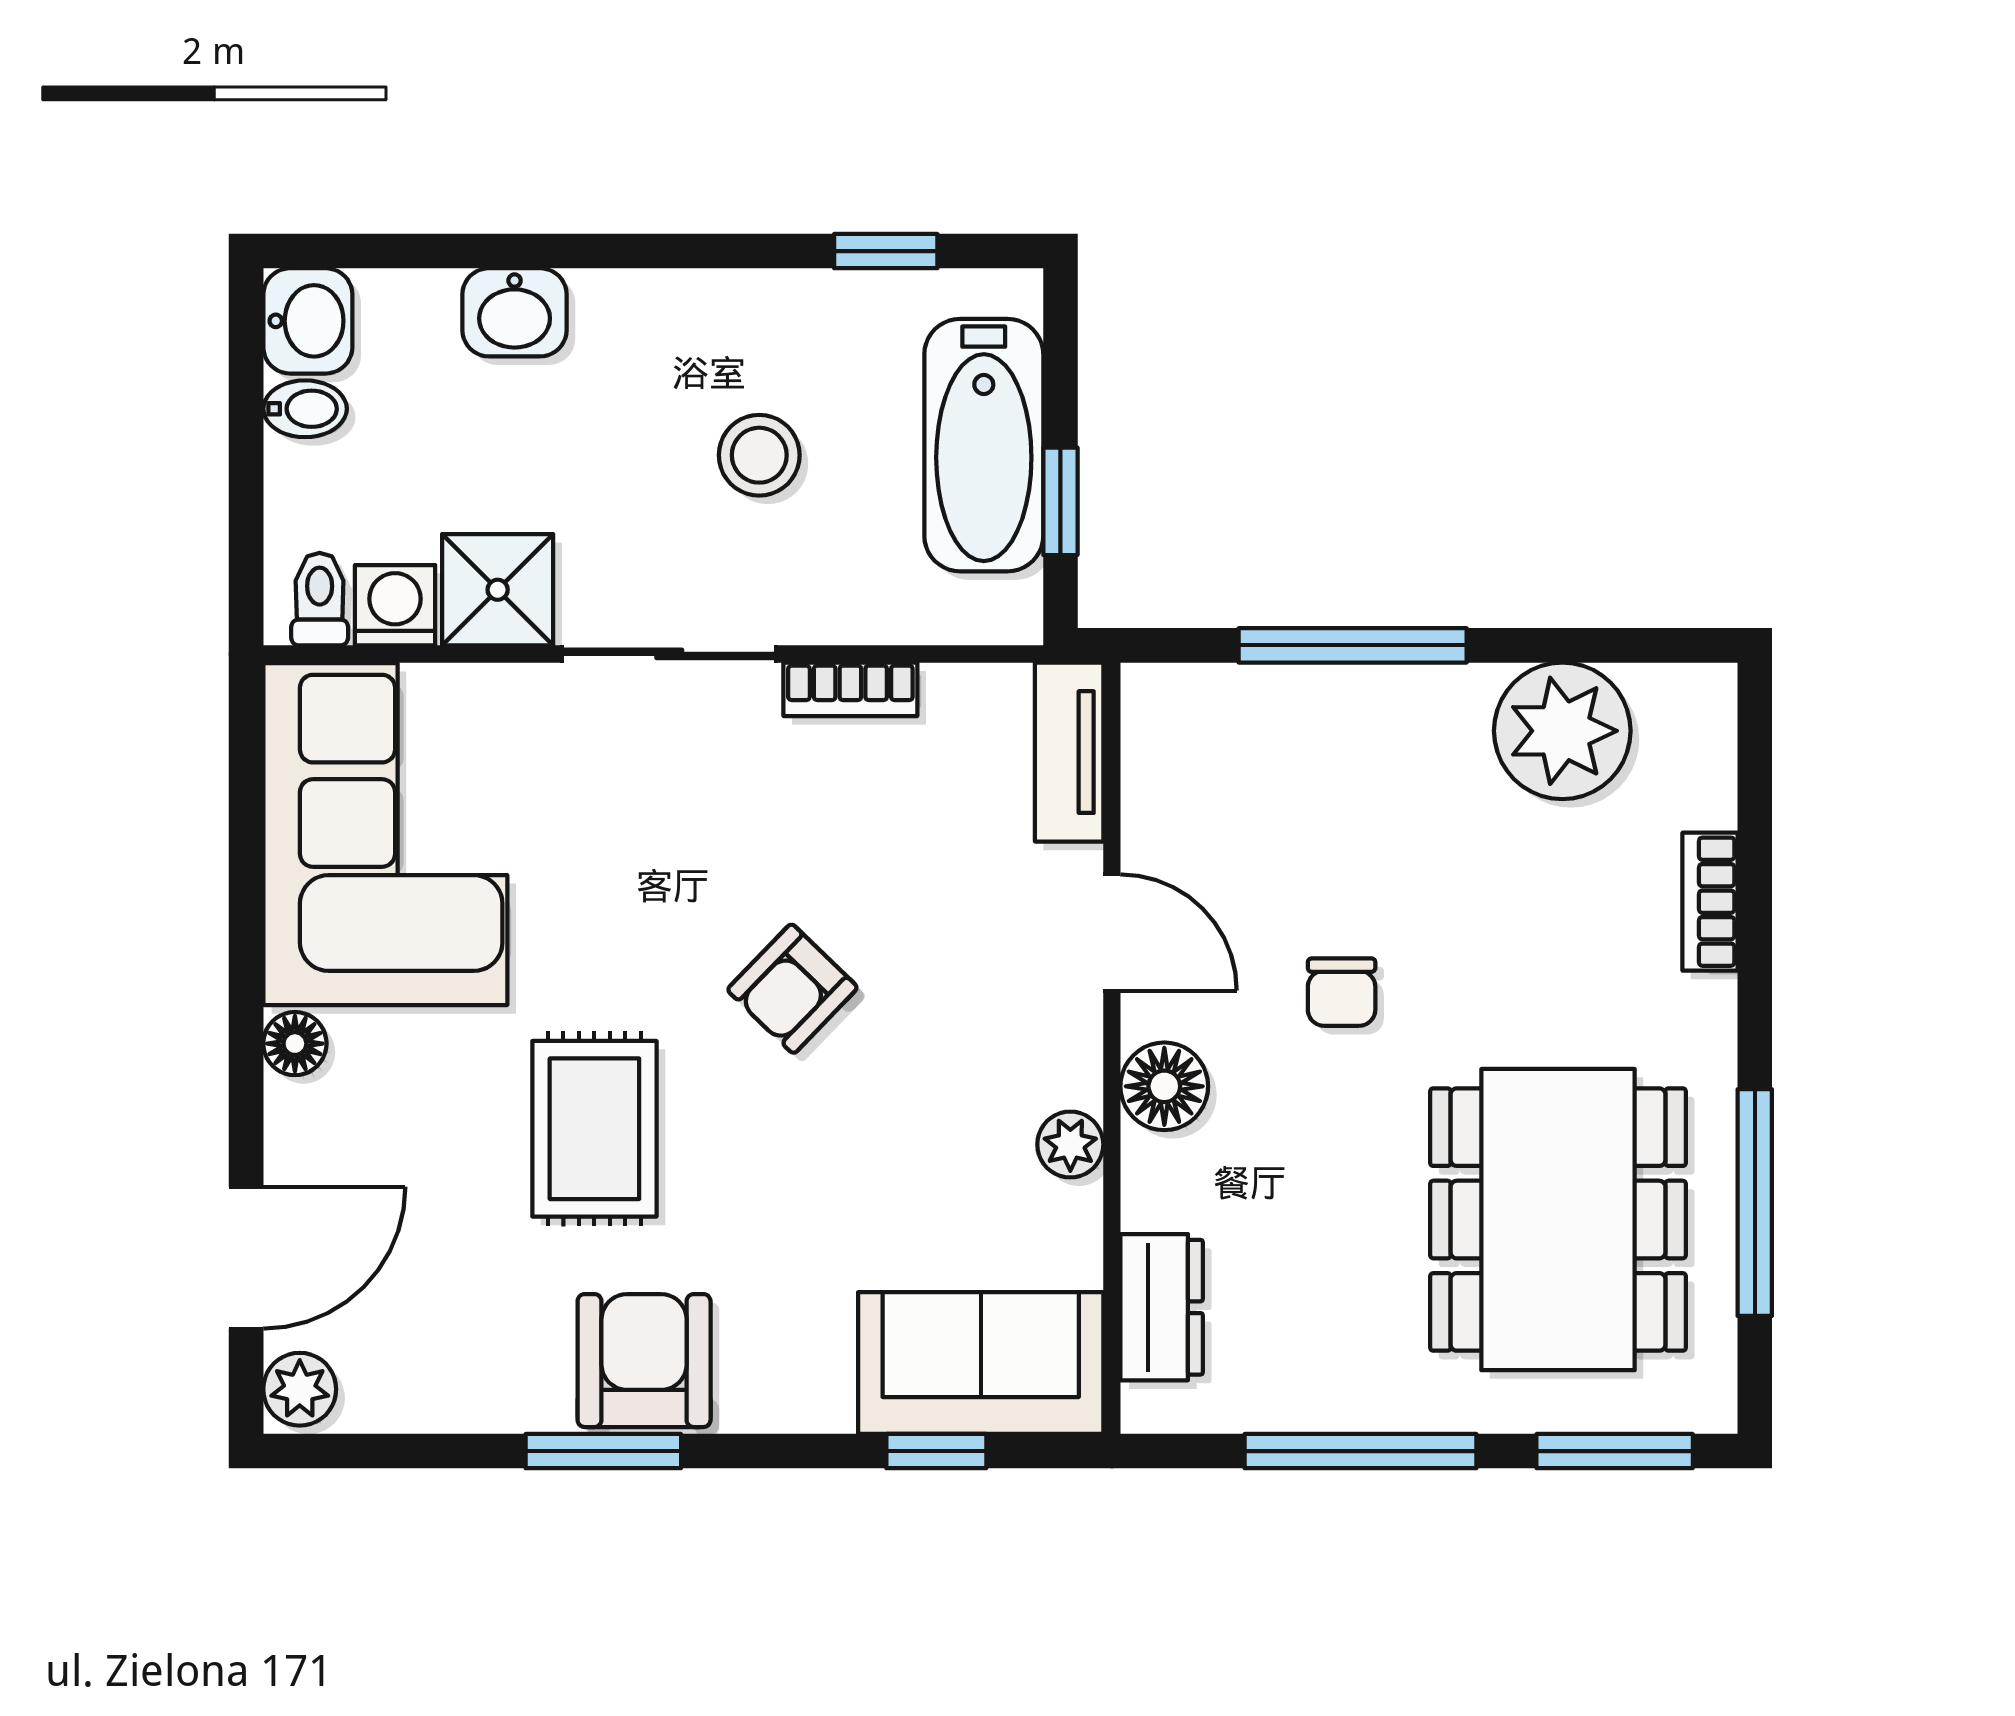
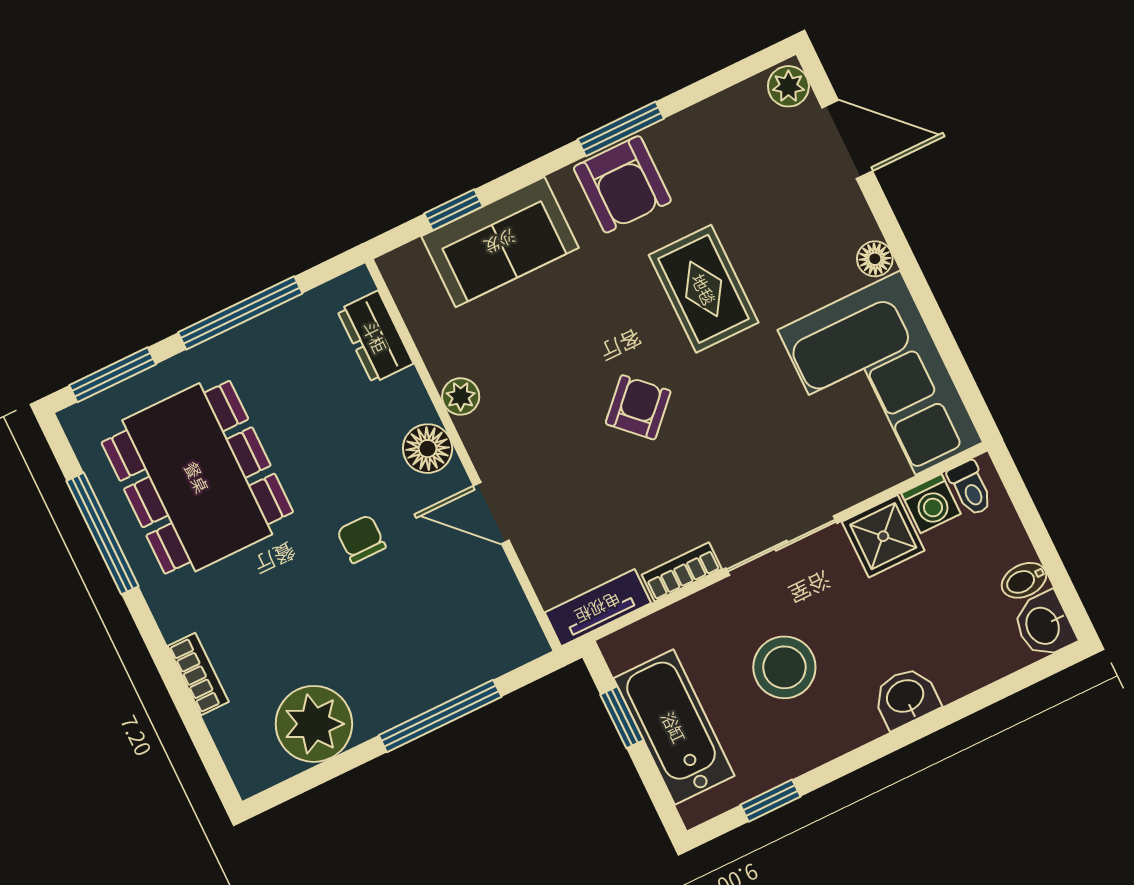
washbasin: (515, 312) -> (906, 697), moved
stool: (759, 455) -> (784, 667), width x1.38, depth x1.38
tv unit: (1069, 752) -> (598, 608), moved, turned -90
door: (246, 1258) -> (847, 139), swing flipped
sofa: (981, 1363) -> (500, 242), moved

